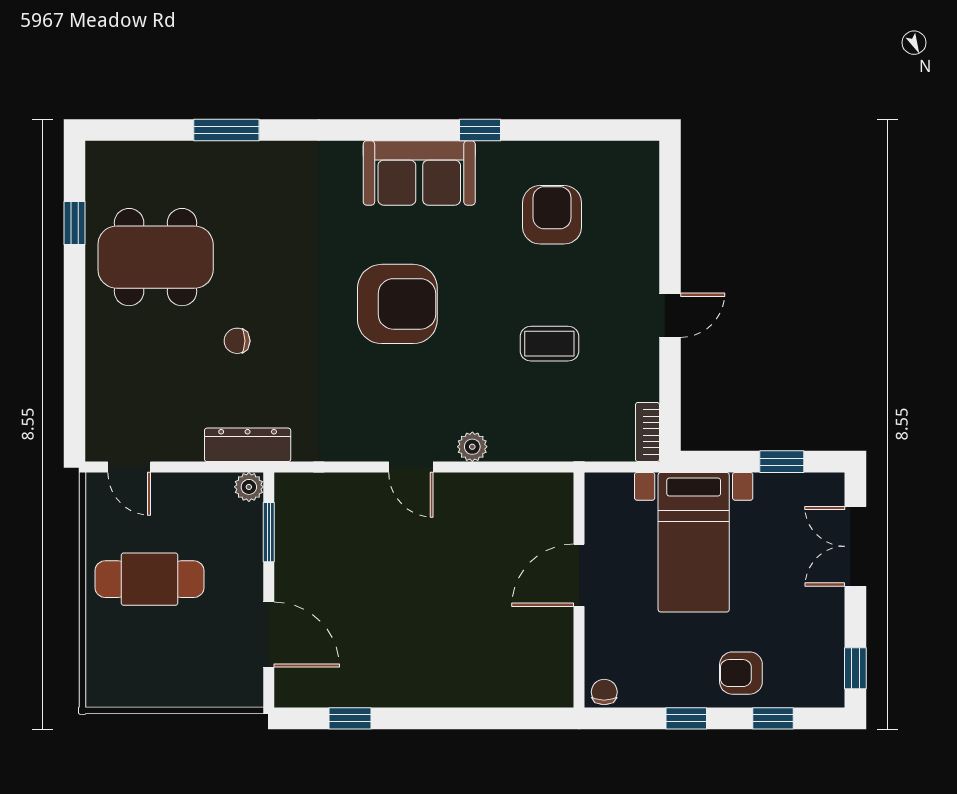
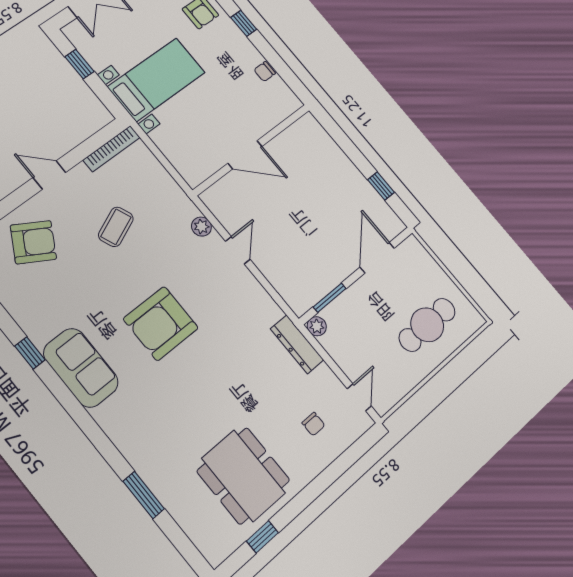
armchair: (552, 215) -> (33, 242), moved, turned -150
armchair: (397, 304) -> (161, 323), turned -90
chair: (237, 341) -> (313, 424), moved
coffee table: (549, 344) -> (116, 227), turned 67
bookcase: (647, 432) -> (112, 149), width x1.56
door: (579, 575) -> (245, 155), moved
cafe table: (149, 579) -> (427, 325), moved, turned 90
wall: (579, 590) -> (252, 149), moved

